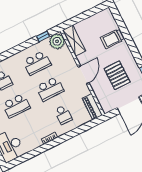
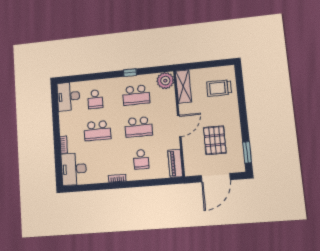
window: (43, 36) -> (130, 73), moved
trolley: (112, 39) -> (219, 88), moved

